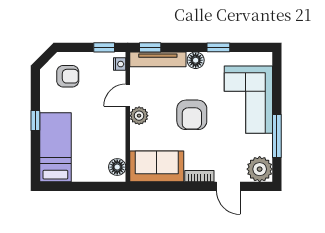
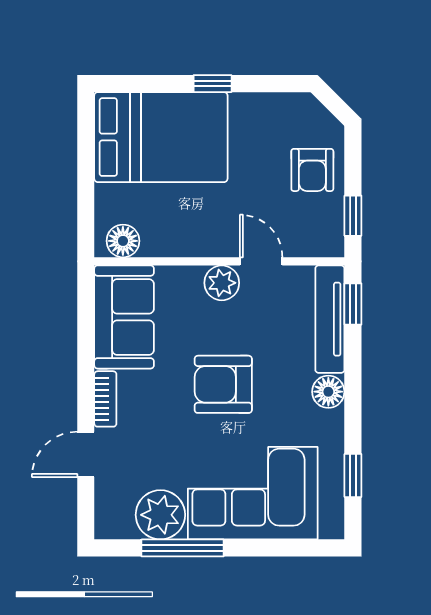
window: (218, 47) -> (353, 475), moved
nightstand: (120, 64) -> (321, 246), removed
armchair: (68, 76) -> (312, 170), moved
bed: (55, 147) -> (161, 137), width x1.50
plant: (260, 169) -> (160, 515), moved

